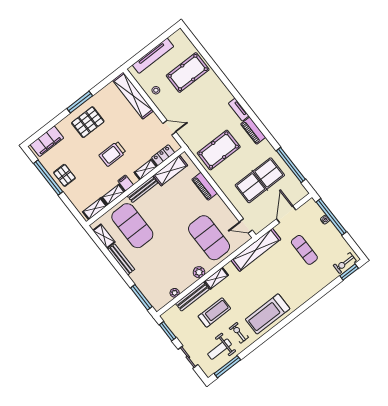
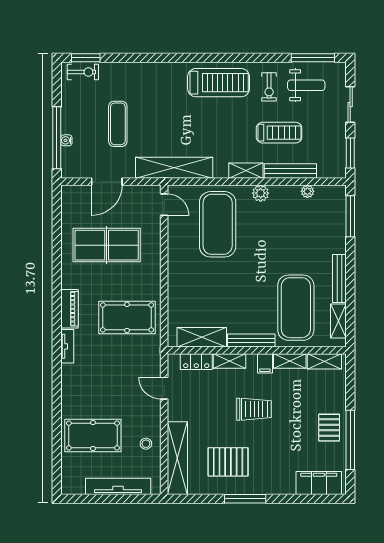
pallet: (88, 122) -> (228, 462), moved
window: (291, 165) -> (57, 235), removed
piano: (205, 186) -> (176, 288), removed
treadmill: (214, 312) -> (279, 133), turned 180

